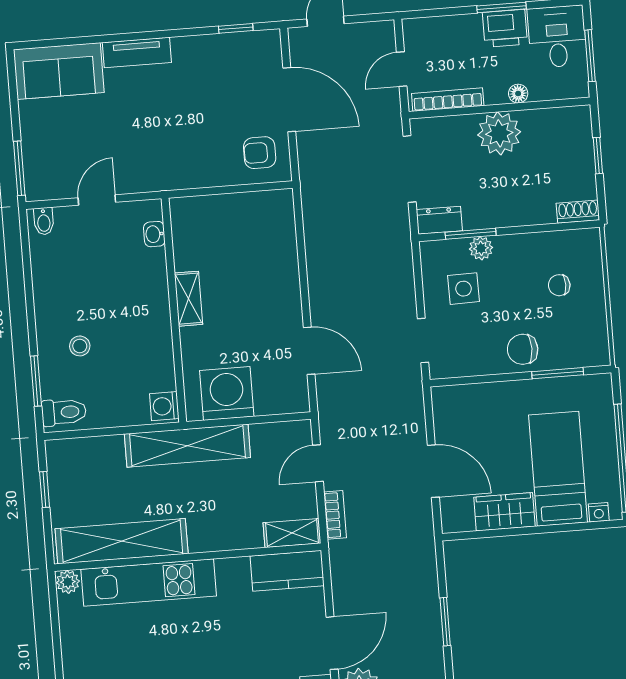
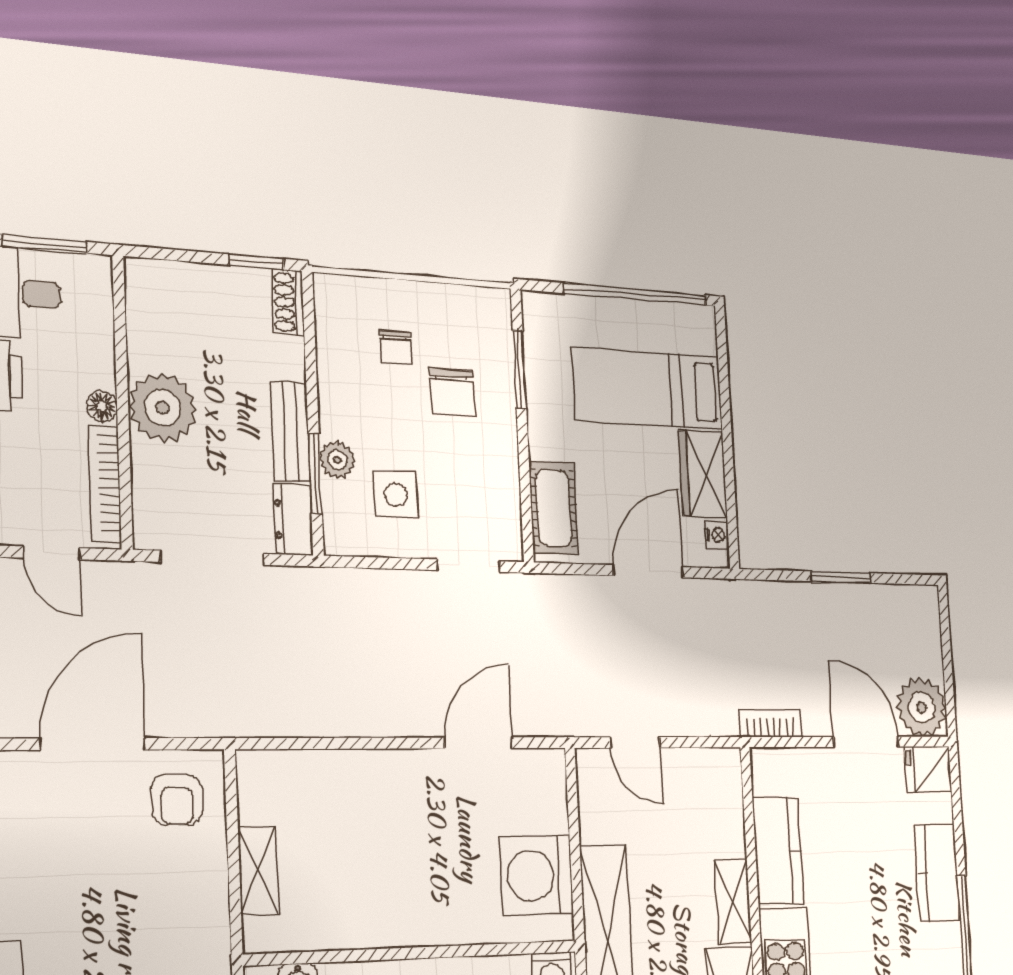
floor lamp: (518, 94) -> (102, 406), moved
window: (598, 156) -> (257, 262), moved
bench: (495, 216) -> (290, 432), added
shelving: (189, 299) -> (258, 871), moved, turned 90
chair: (523, 349) -> (452, 392), moved
cot: (468, 400) -> (554, 508), added
nightstand: (599, 512) -> (717, 535), moved
bookcase: (335, 515) -> (770, 723), moved
shelving: (292, 533) -> (733, 901), moved
kitchen counter: (287, 571) -> (778, 851), moved

